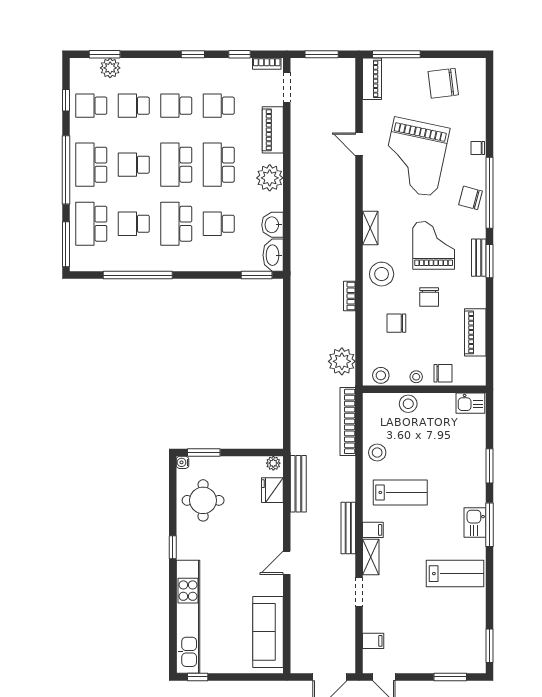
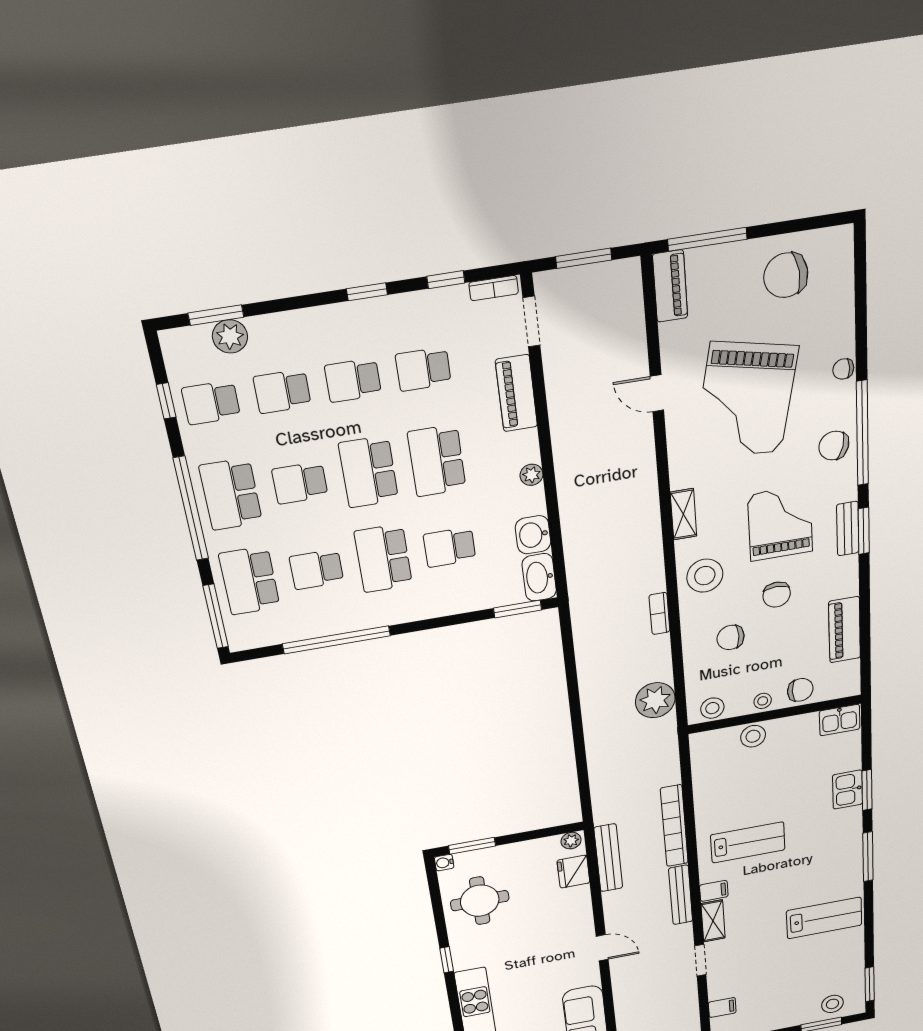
plant: (270, 178) -> (531, 475), width x0.53, depth x0.53
bookcase: (348, 421) -> (674, 826), moved
stool: (377, 453) -> (832, 1004), moved
kitchen sink: (475, 523) -> (848, 790), moved
door: (287, 563) -> (602, 948), swing flipped

